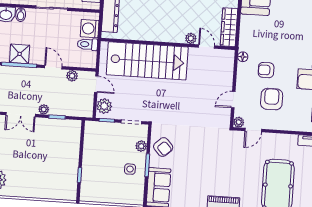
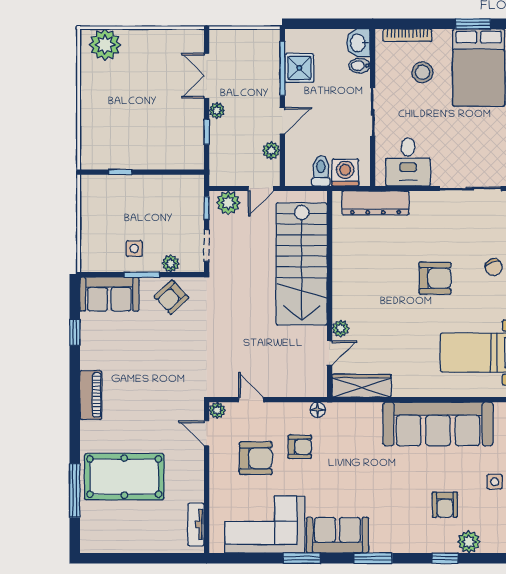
armchair: (266, 70) -> (300, 447), turned 90

